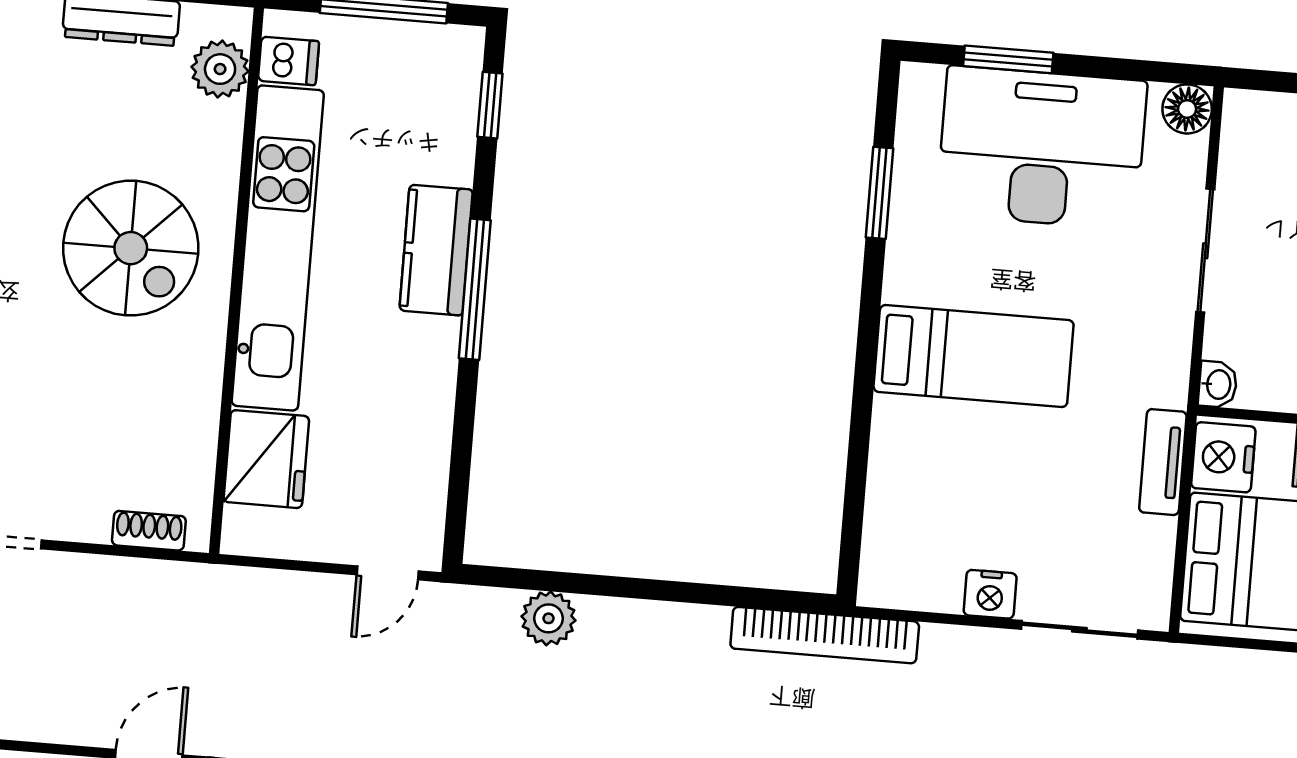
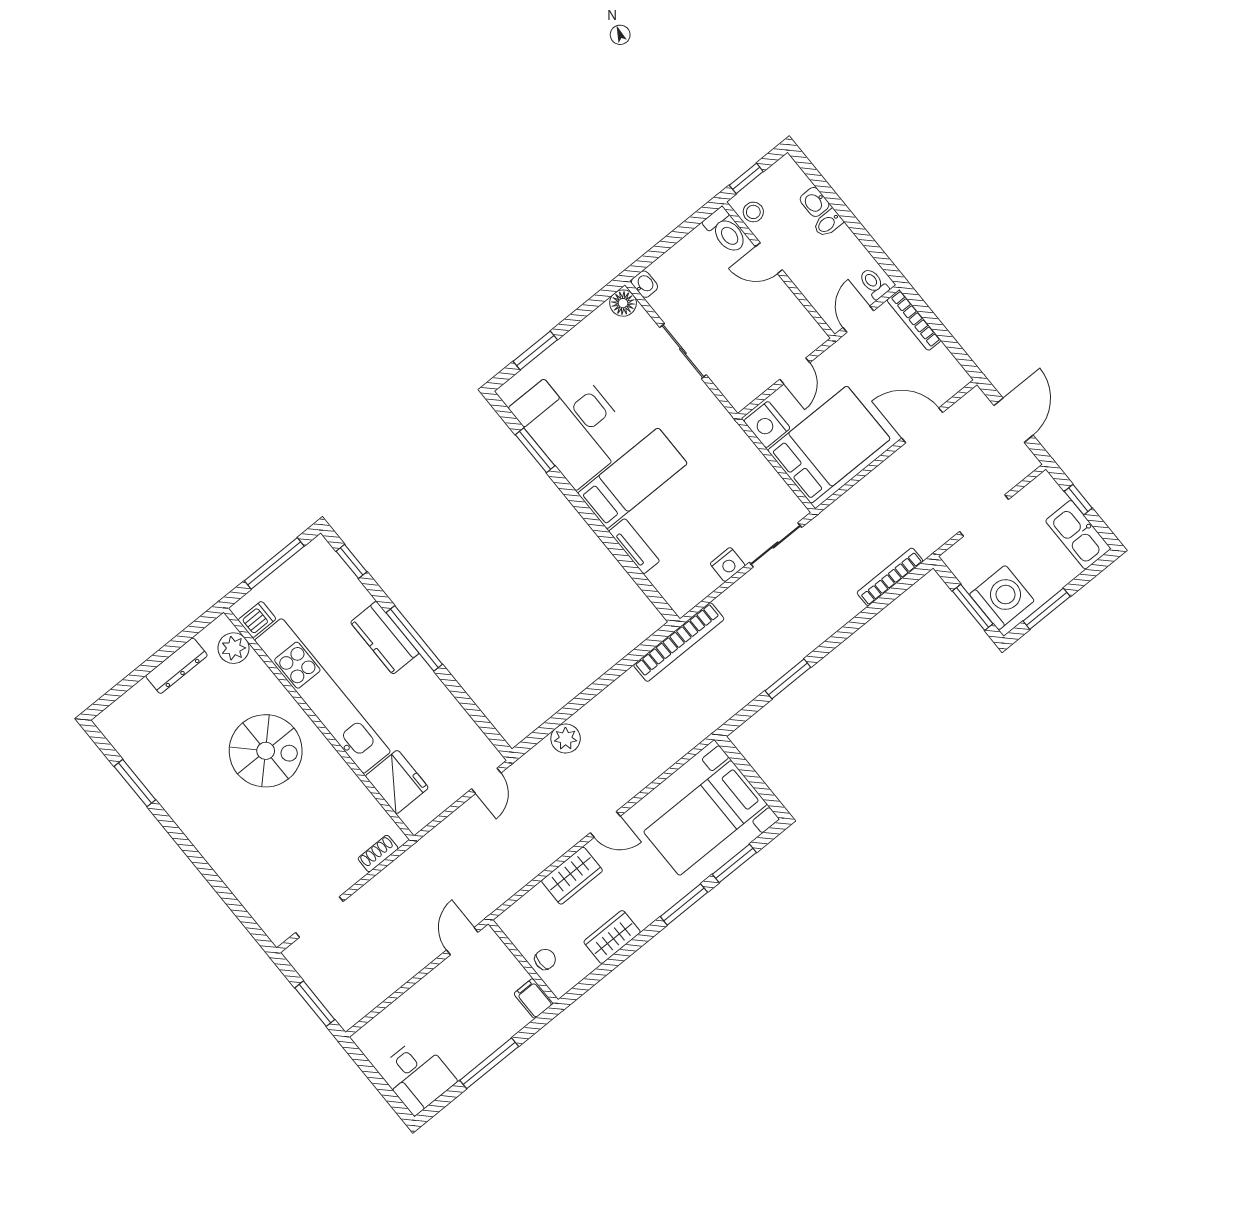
desk: (1042, 148) -> (573, 424), moved, turned -90
washbasin: (1218, 384) -> (644, 284), moved
tv unit: (1163, 462) -> (634, 546), moved, turned 180

